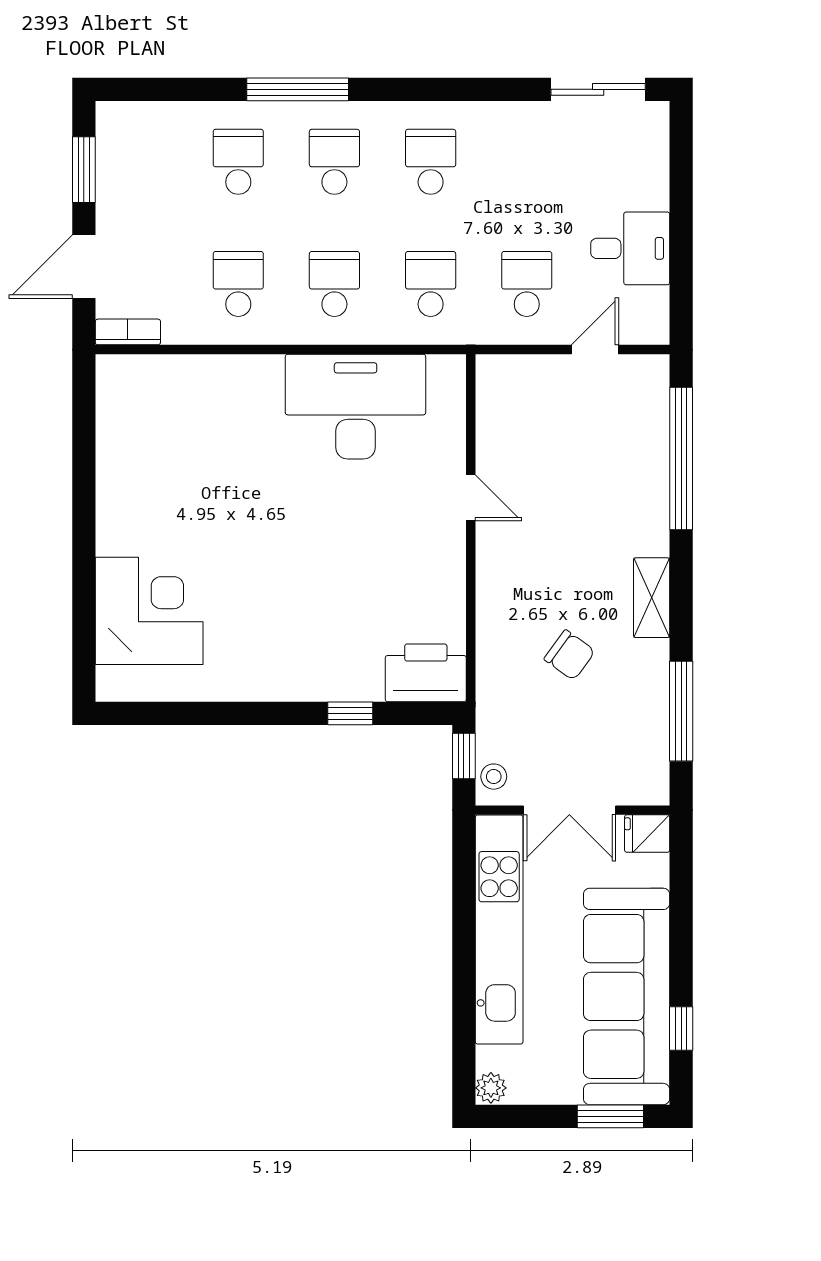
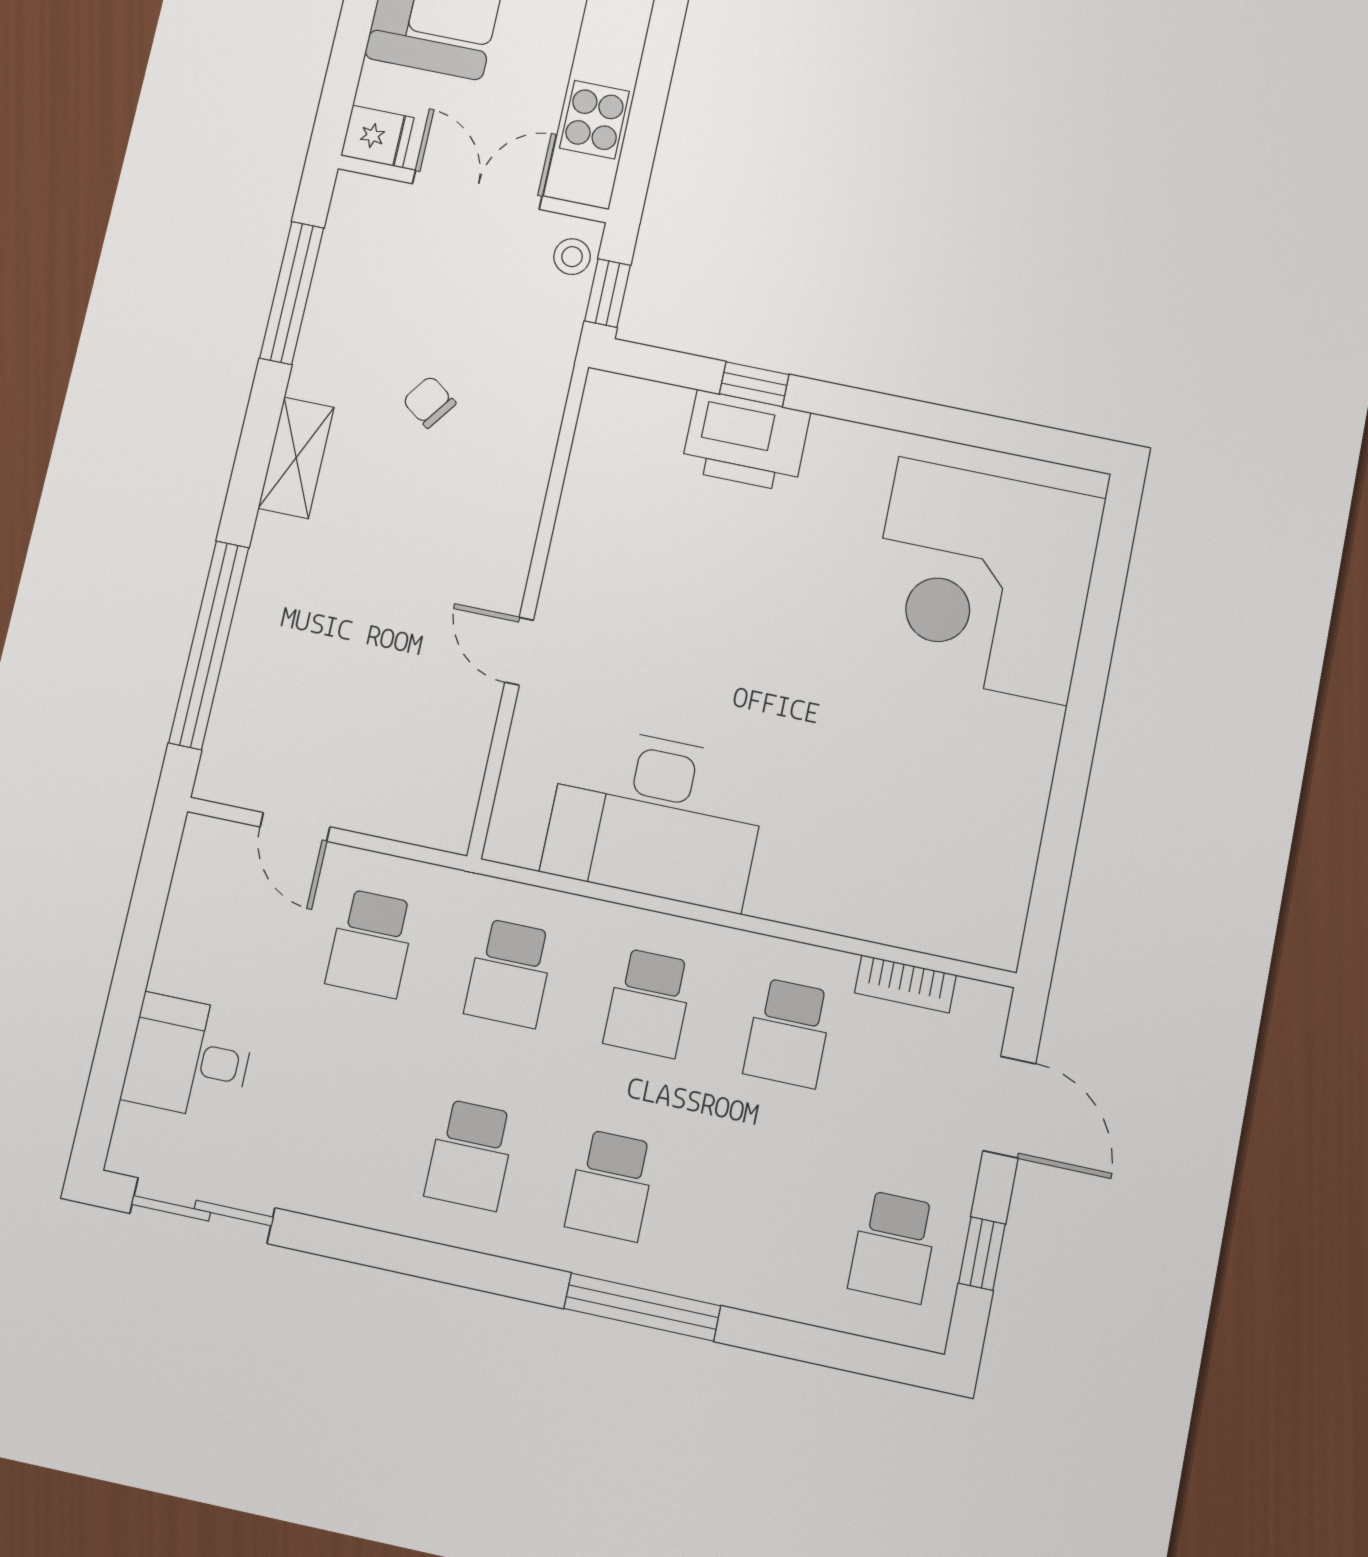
school desk: (238, 162) -> (894, 1247), moved
window: (84, 170) -> (982, 1254), width x0.67
desk: (630, 248) -> (189, 1057), moved
door: (84, 267) -> (1009, 1107), hinge flipped
bookcase: (128, 332) -> (905, 984), moved
door: (595, 350) -> (295, 827), hinge flipped
corner desk: (149, 611) -> (982, 580), width x1.36, depth x1.36
chair: (570, 655) -> (429, 402), width x0.73, depth x0.73
printer: (426, 673) -> (746, 441), moved

